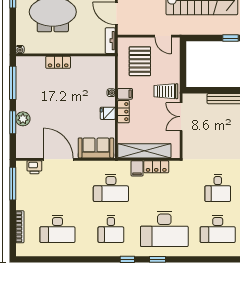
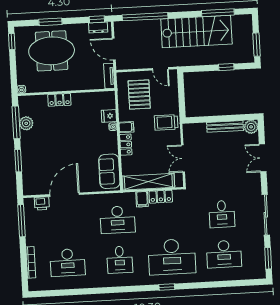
fridge: (108, 113) -> (109, 116), moved
double door: (181, 117) -> (183, 158), moved
plant: (23, 119) -> (26, 123), moved
sofa: (96, 148) -> (109, 171), moved, turned -90
door: (58, 159) -> (65, 195), hinge flipped
window: (127, 259) -> (137, 289), removed

